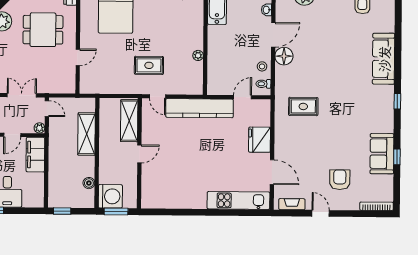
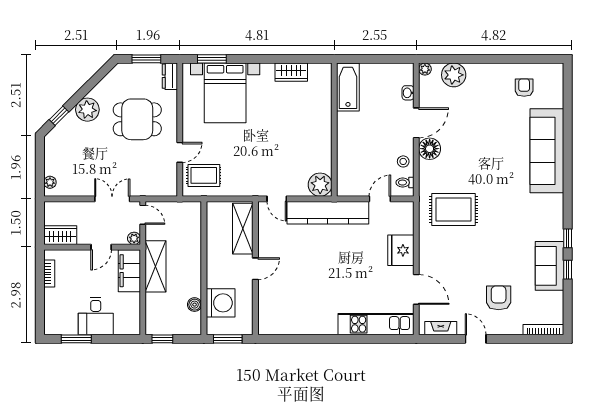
plant: (198, 55) -> (320, 185), moved, width x1.87, depth x1.87
sofa: (384, 59) -> (547, 151), width x1.36, depth x1.27
rug: (149, 65) -> (204, 175), moved
window: (397, 101) -> (568, 238), moved
rug: (303, 106) -> (454, 210), width x1.36, depth x1.43
shelving: (87, 134) -> (155, 266), moved
washing machine: (110, 196) -> (221, 303), moved

